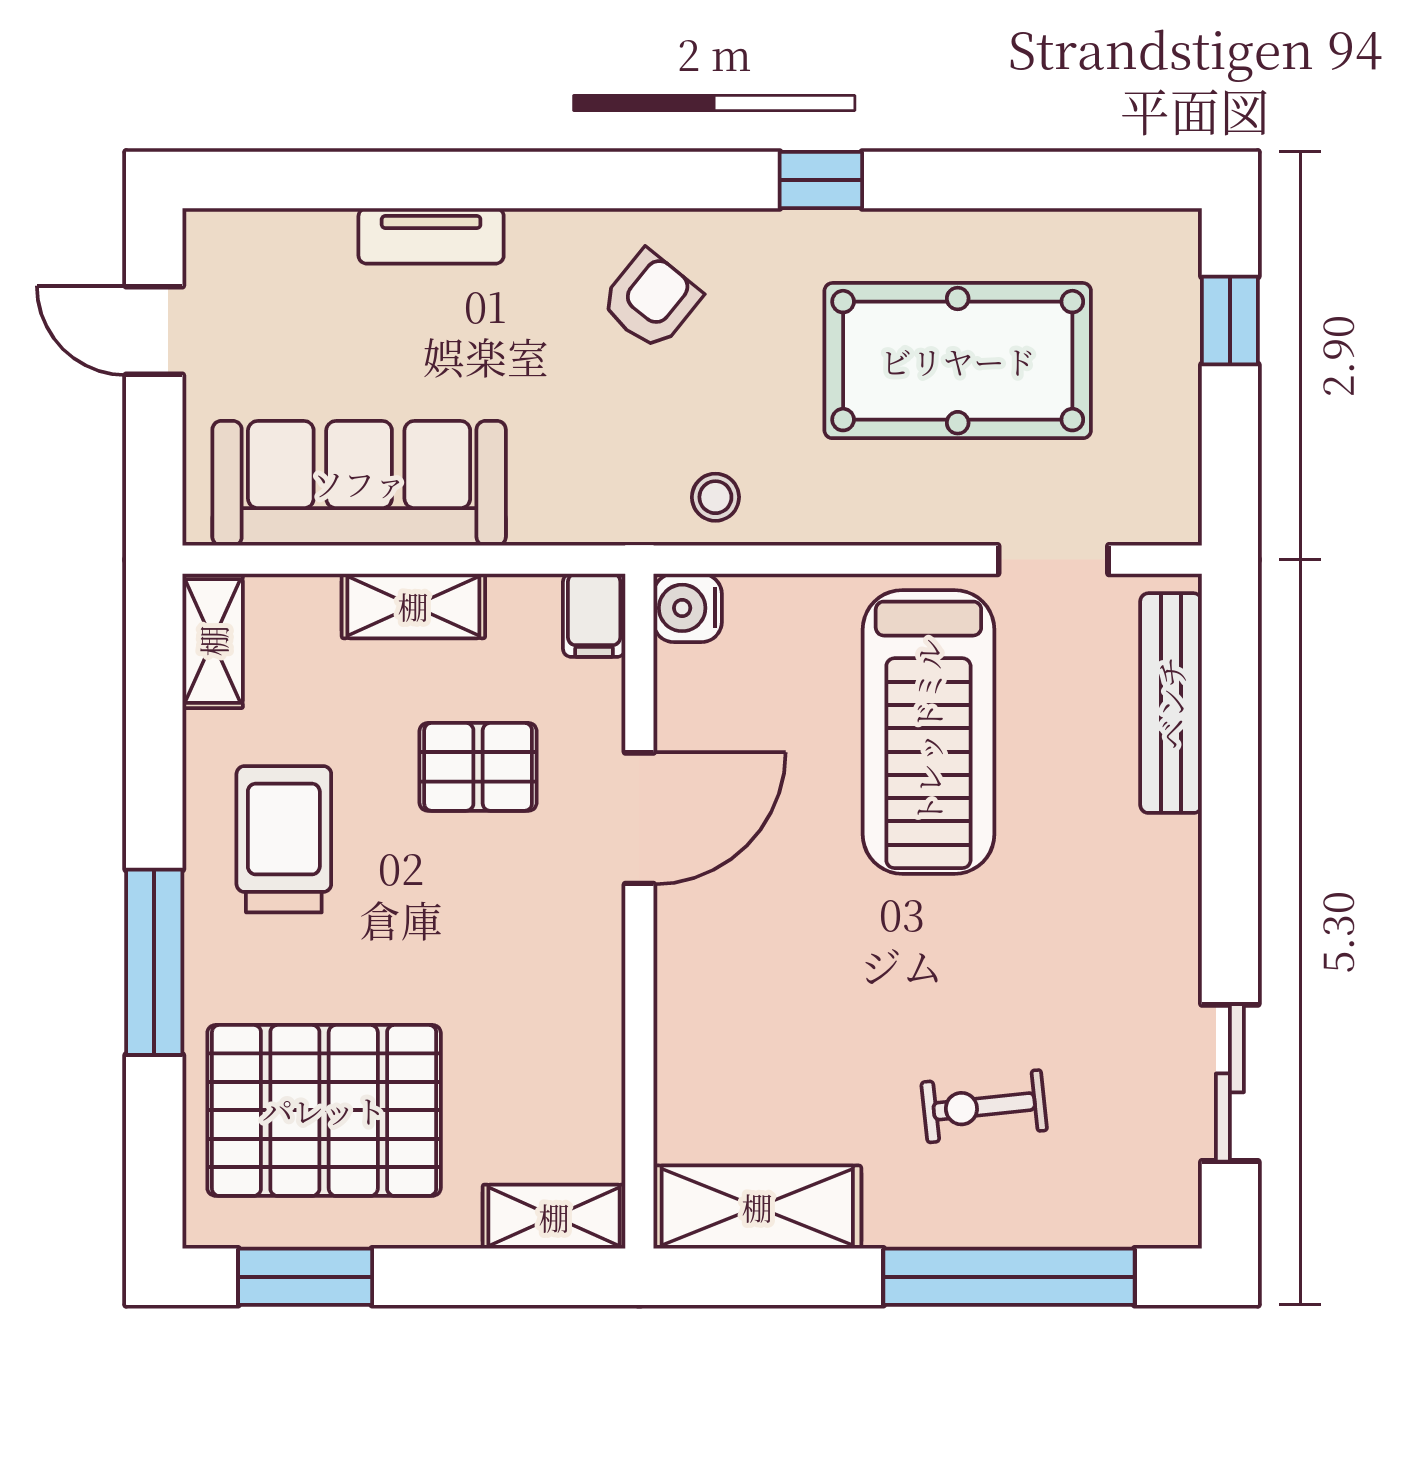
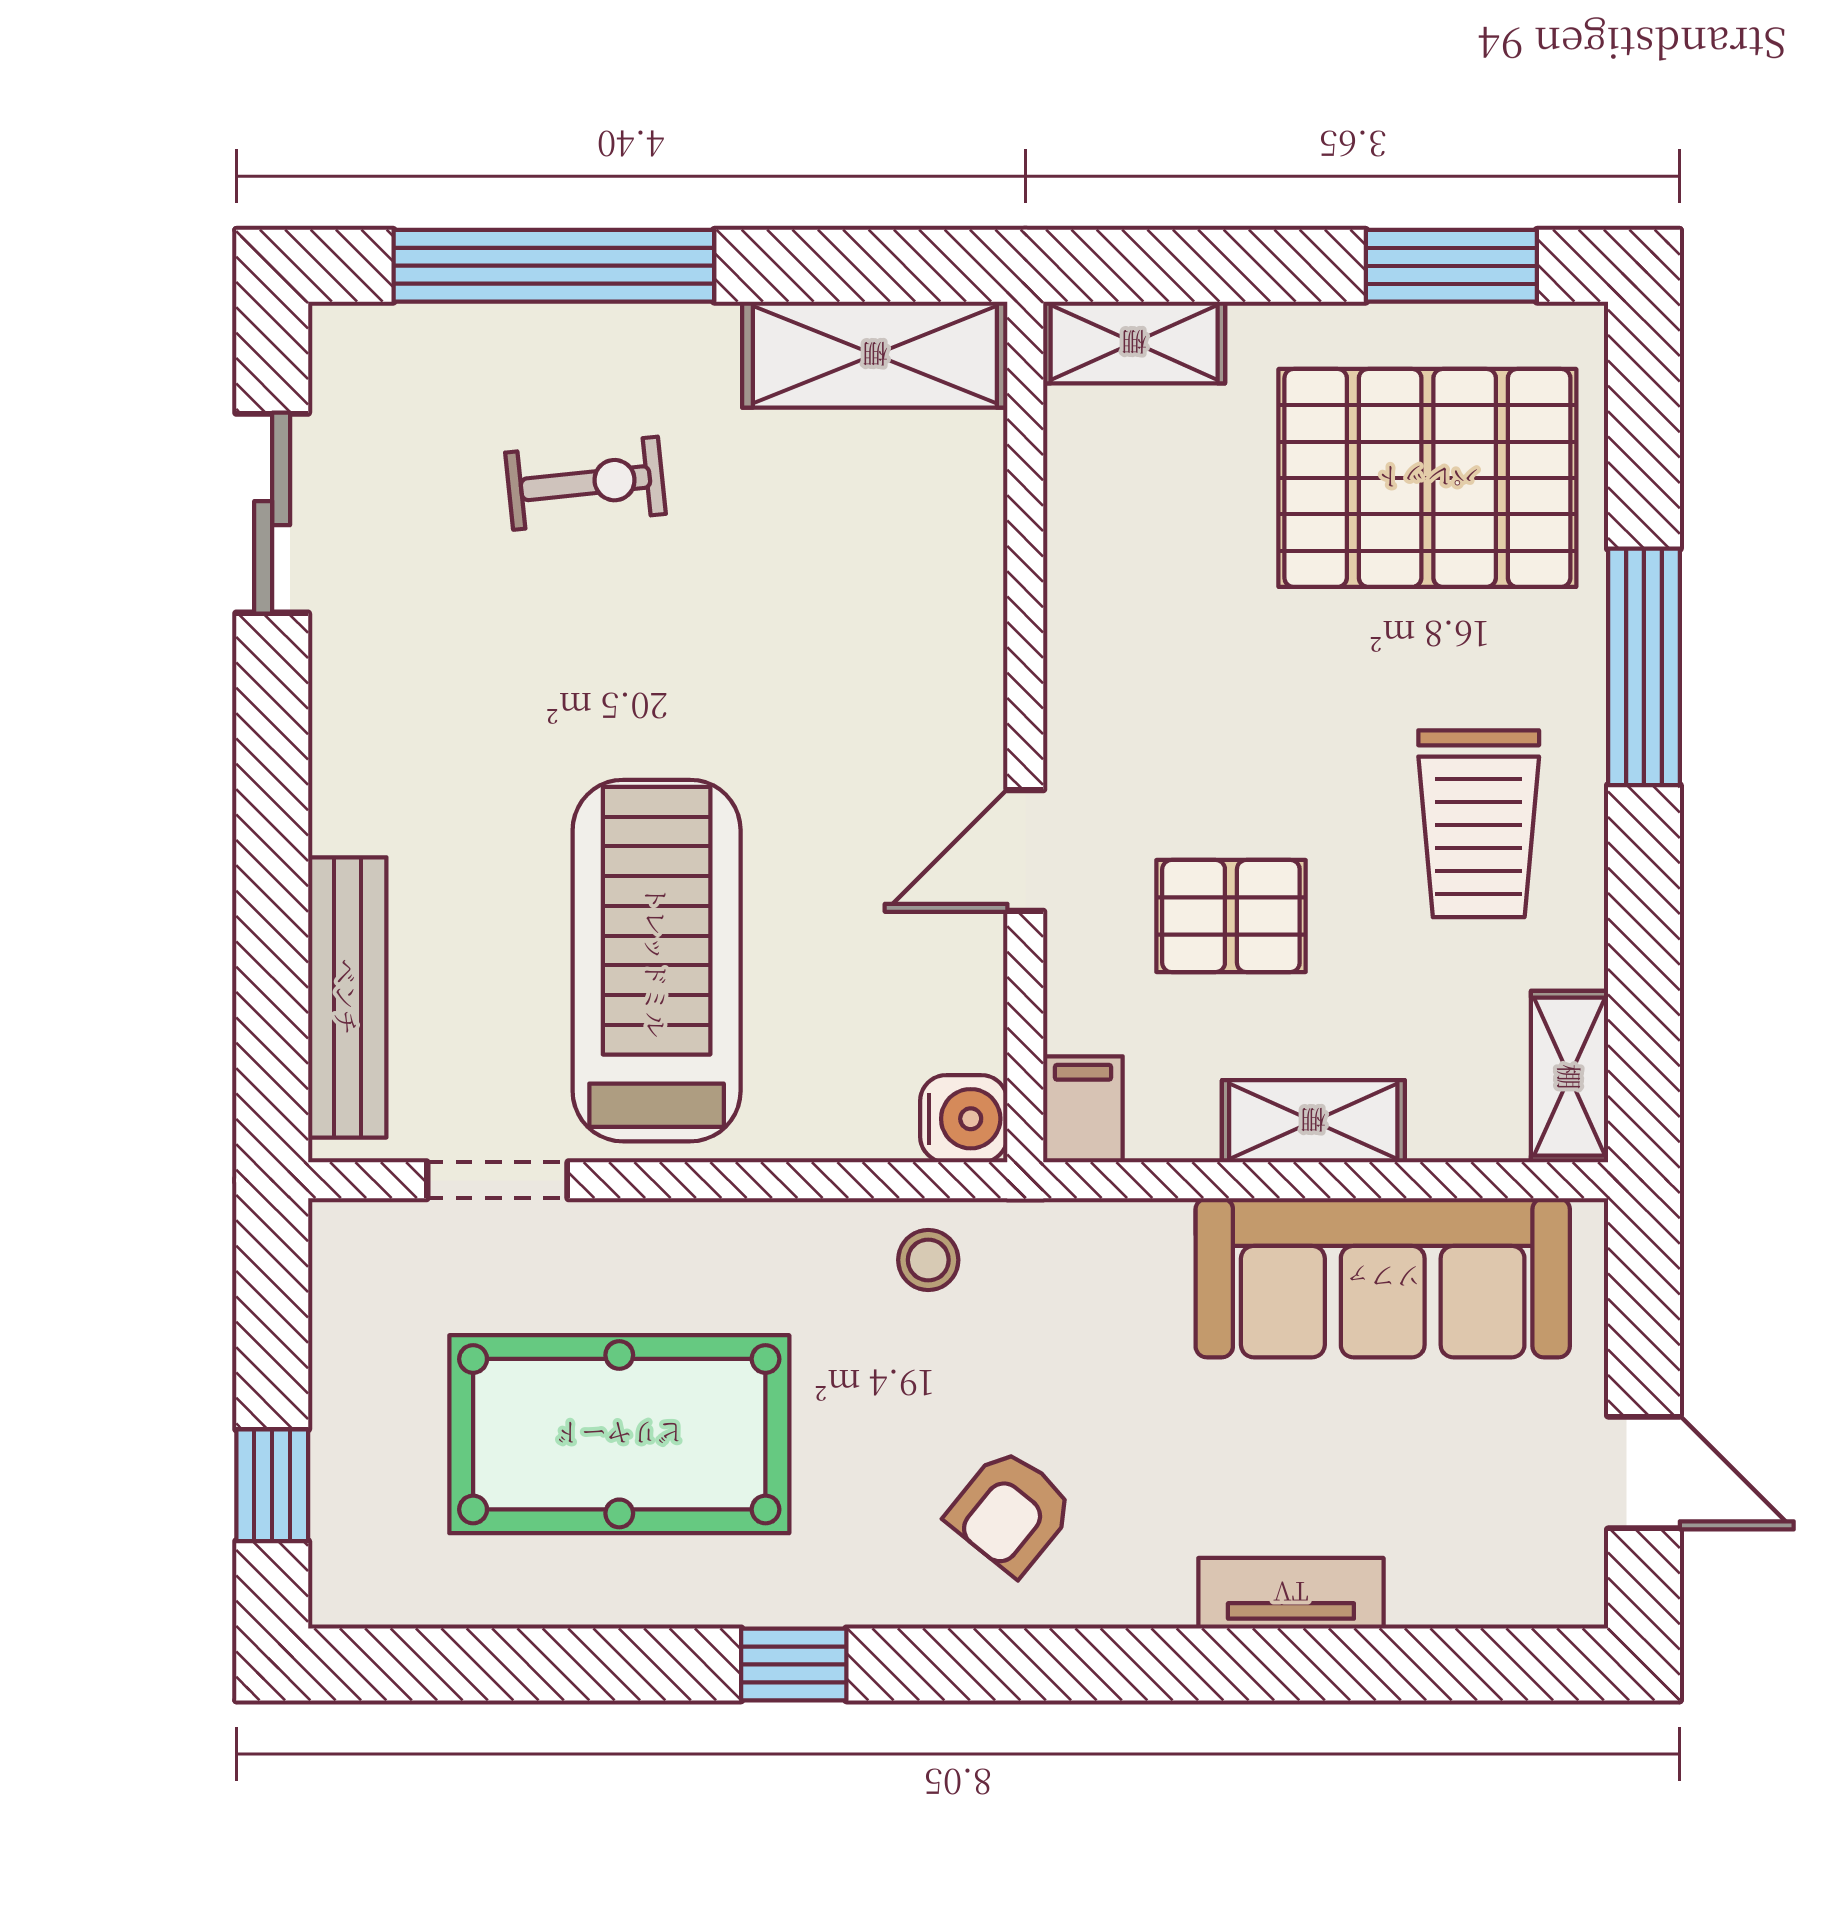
door: (639, 818) -> (1025, 851), width x0.73

